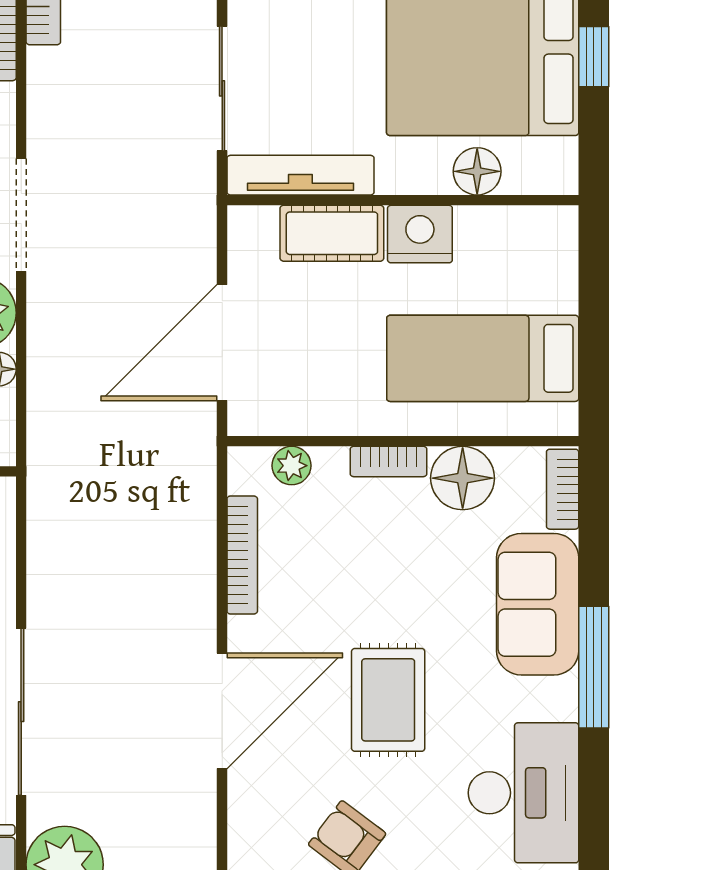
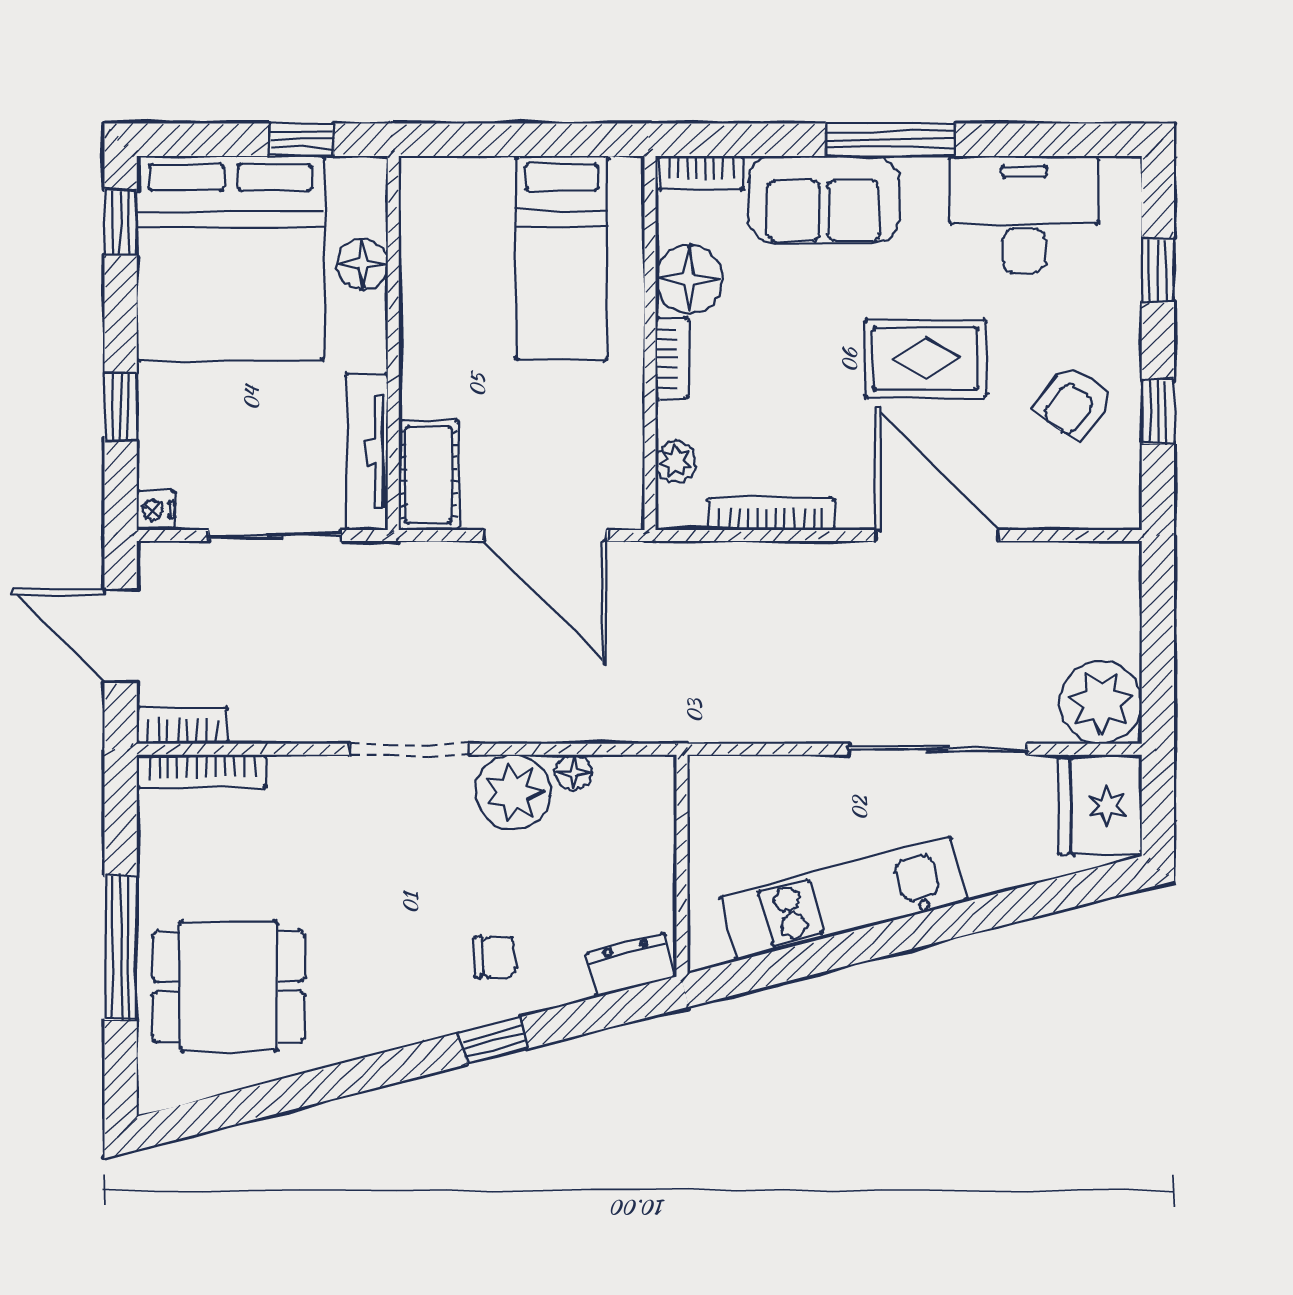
window: (594, 57) -> (302, 140), moved
cot: (332, 233) -> (429, 475), moved
nightstand: (420, 234) -> (429, 325), removed

